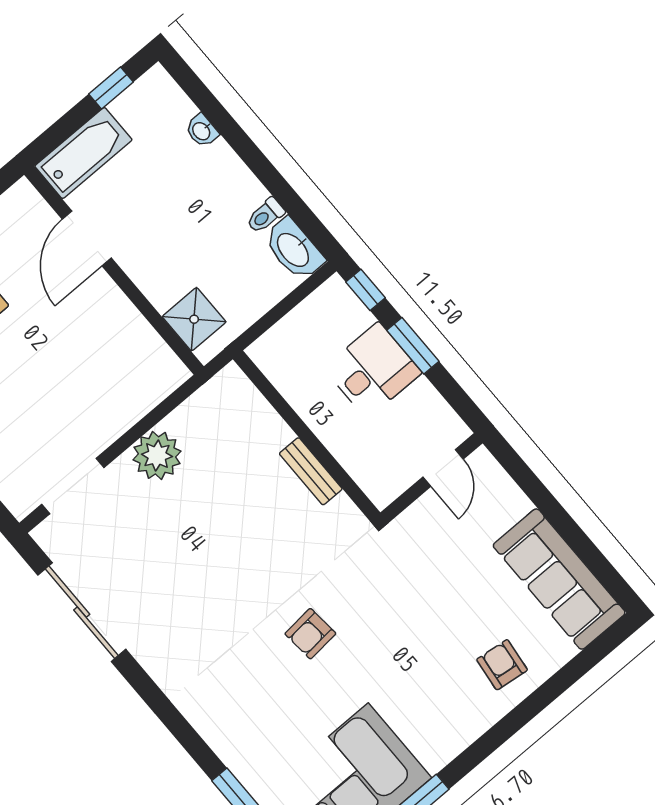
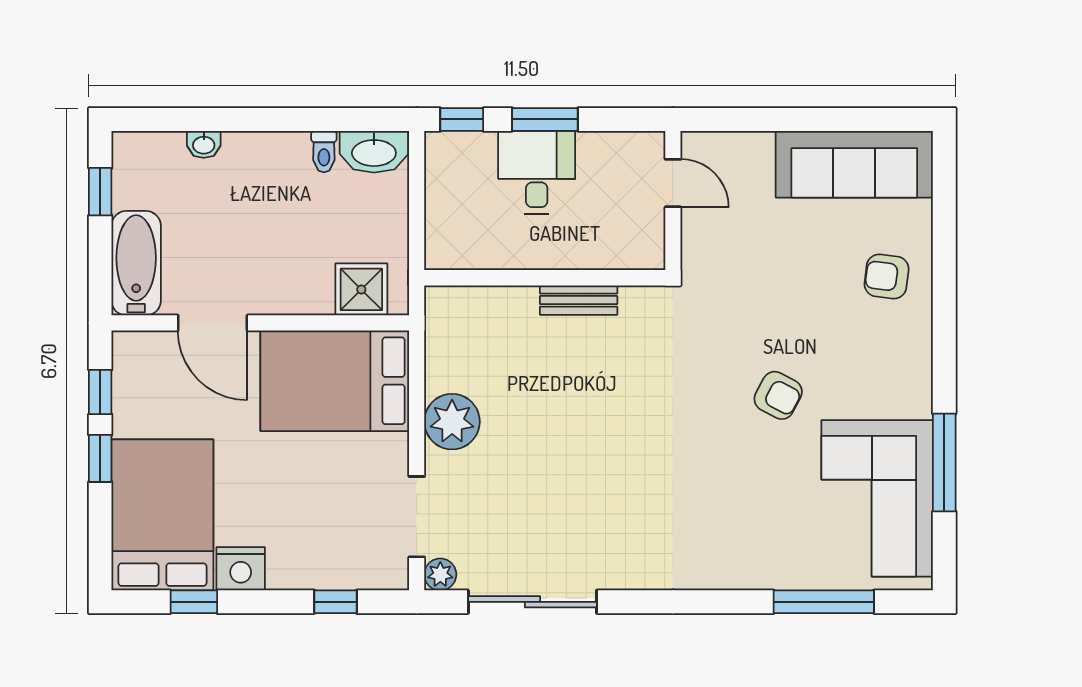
bed: (118, 353) -> (335, 381), added
plant: (48, 535) -> (440, 574), added
armchair: (310, 634) -> (778, 395), moved, turned -57

